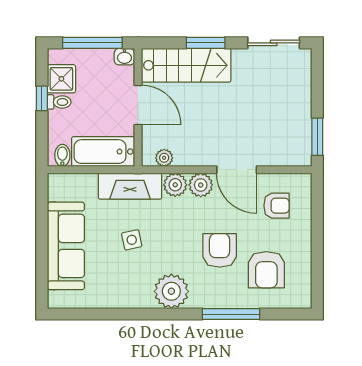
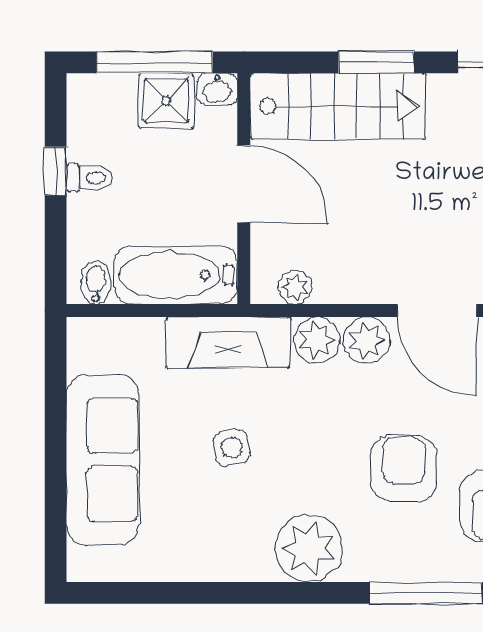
shower: (61, 79) -> (166, 101), moved

